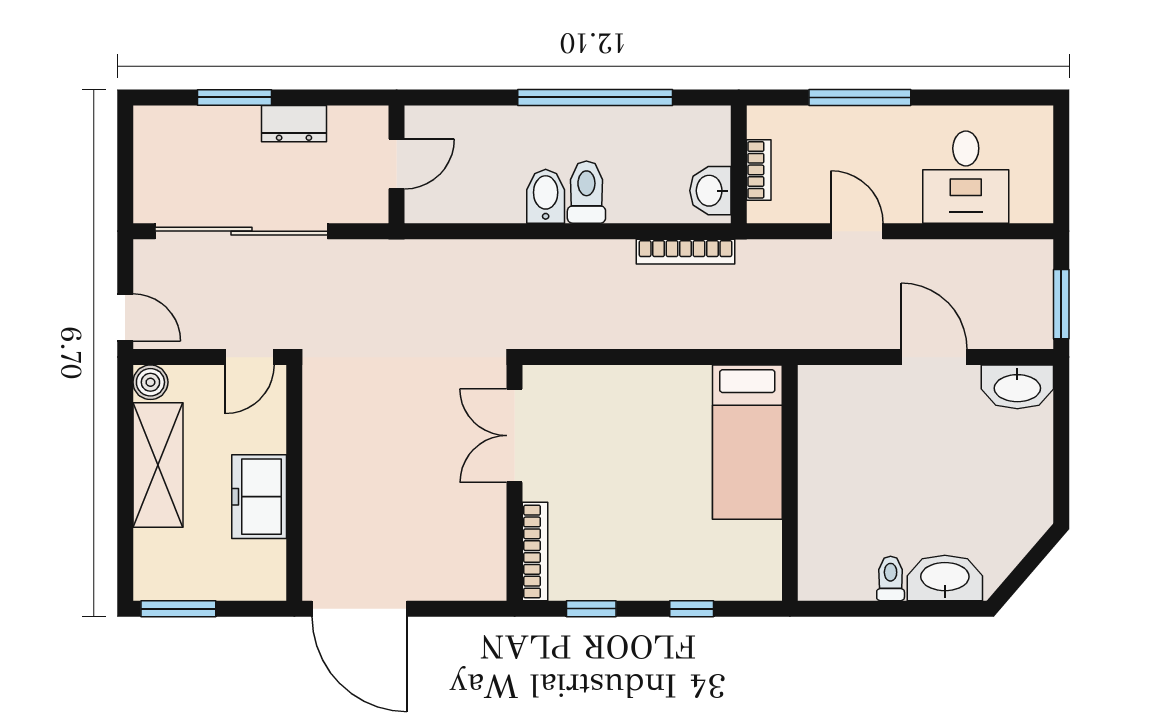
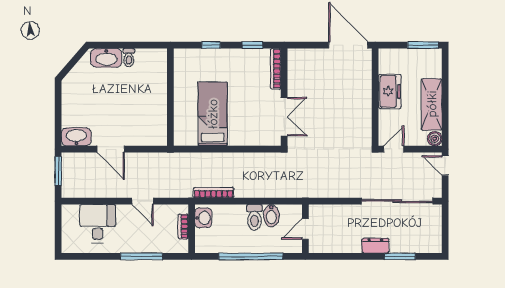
door: (397, 164) -> (305, 229), moved
wall: (397, 164) -> (305, 229), moved
bed: (747, 442) -> (213, 114), moved

